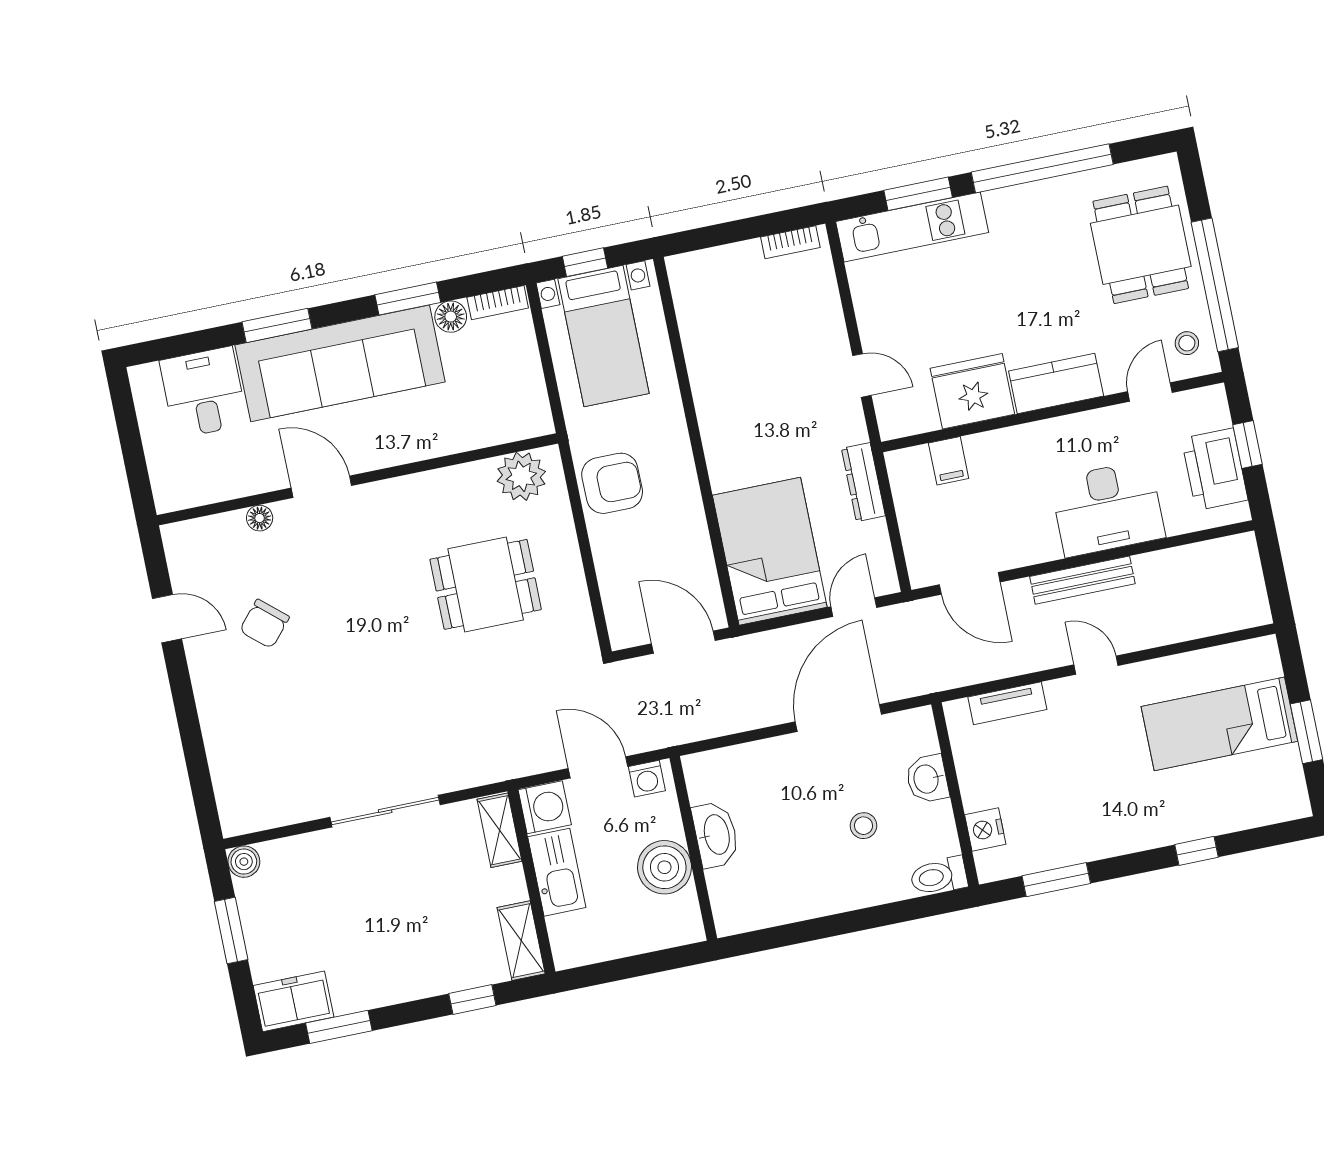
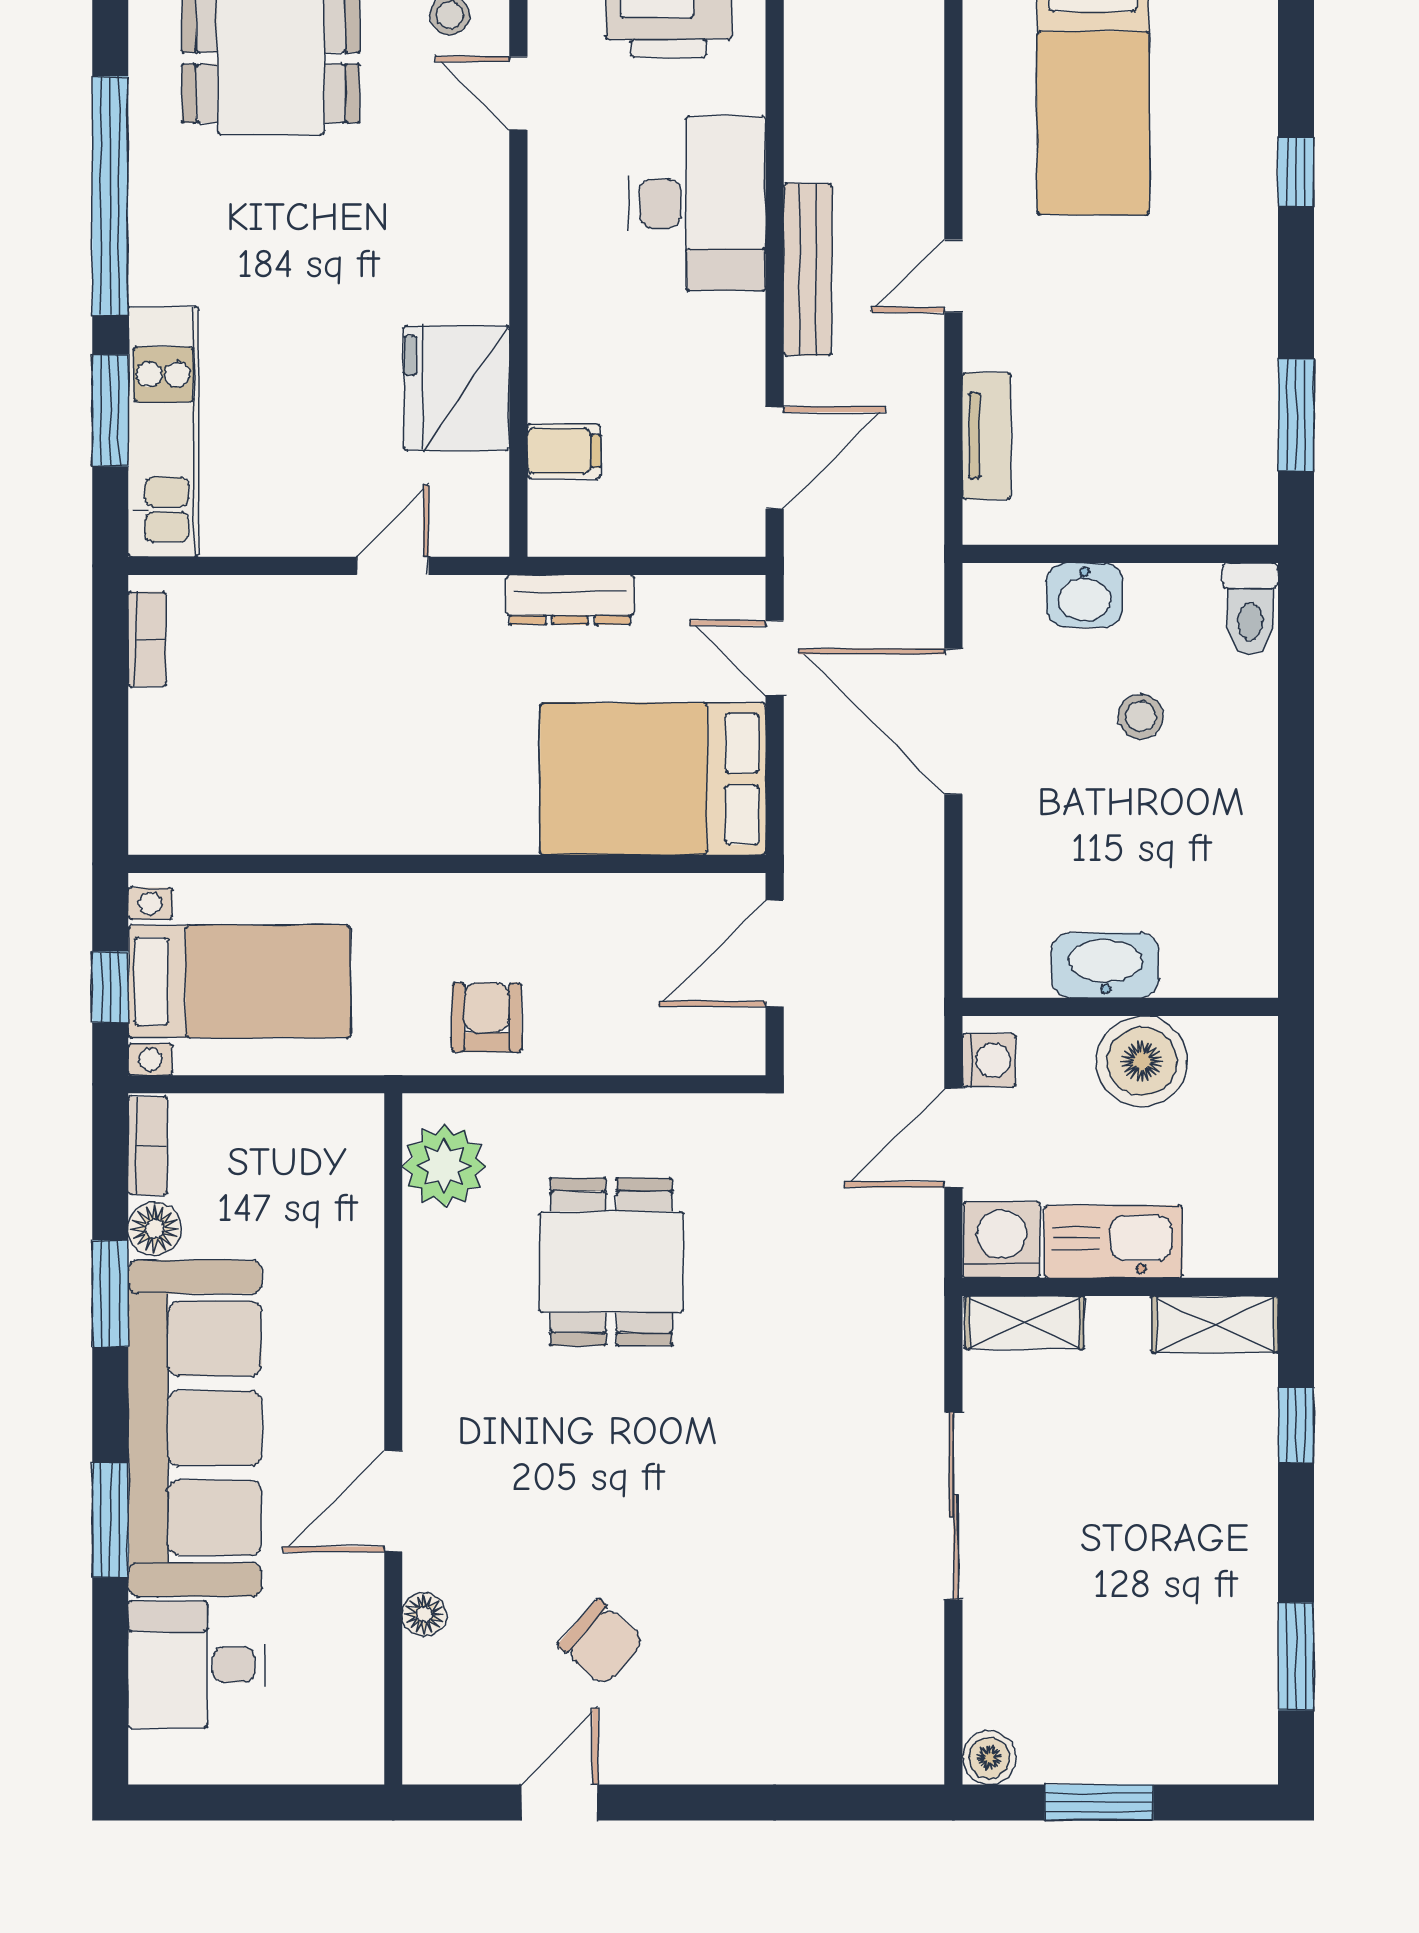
kitchen counter: (1056, 383) -> (472, 246), removed
armchair: (612, 483) -> (487, 1017), width x0.72, depth x0.72
nightstand: (985, 829) -> (1189, 516), removed
freezer: (294, 1001) -> (1238, 1723), removed

